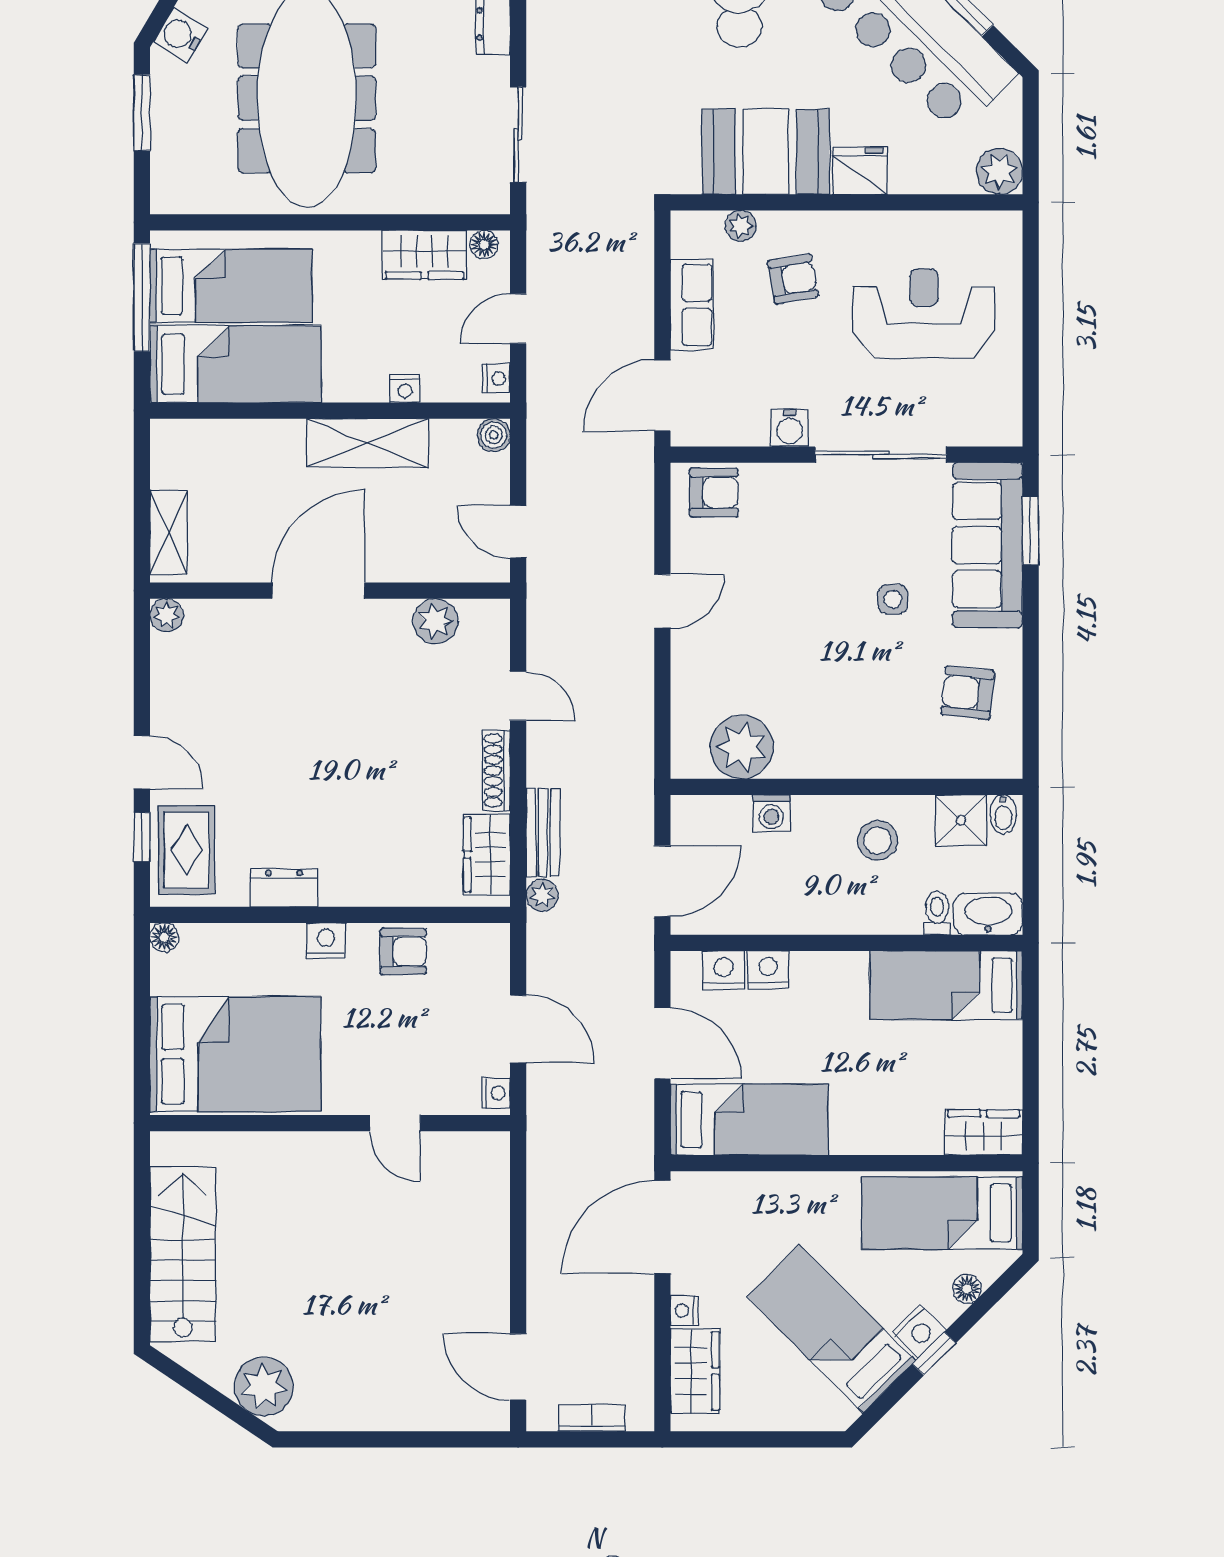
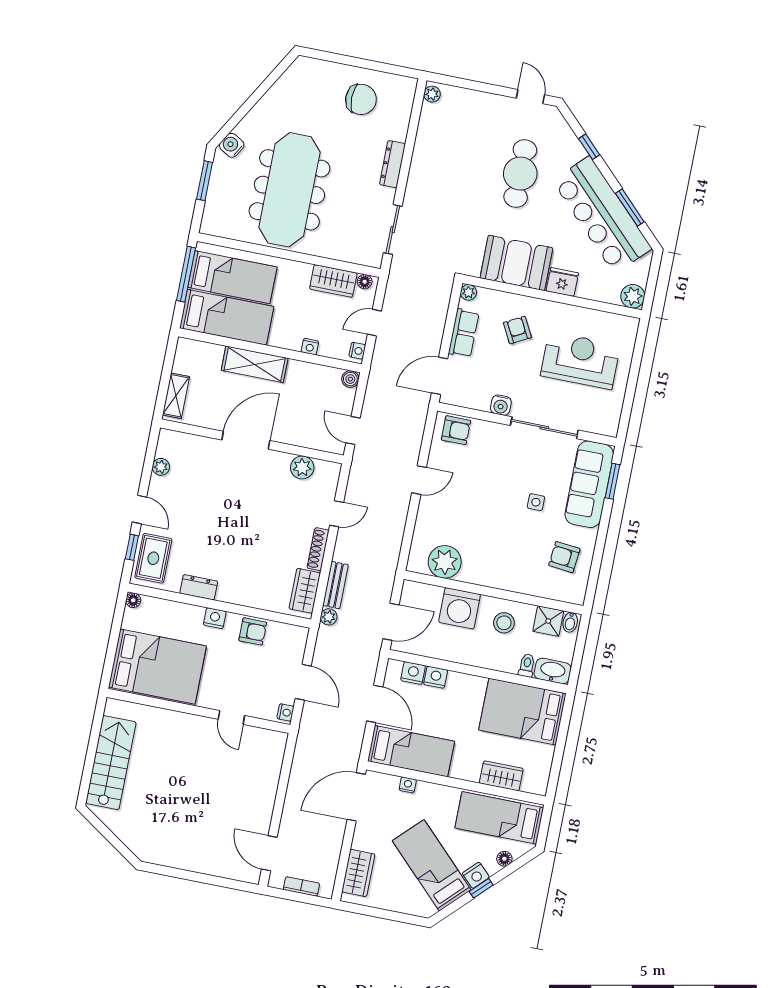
plant: (741, 226) -> (468, 292), moved
armchair: (793, 279) -> (517, 330), turned -108
shelving: (367, 443) -> (255, 364), moved
plant: (167, 615) -> (161, 467), moved
door: (518, 696) -> (337, 514), hinge flipped
washing machine: (771, 813) -> (460, 608), width x1.89, depth x1.89
bed: (946, 985) -> (523, 712), width x1.50
wardrobe: (983, 1132) -> (501, 776), moved
nightstand: (684, 1311) -> (408, 785), moved, turned 90
plant: (264, 1387) -> (139, 838), removed

